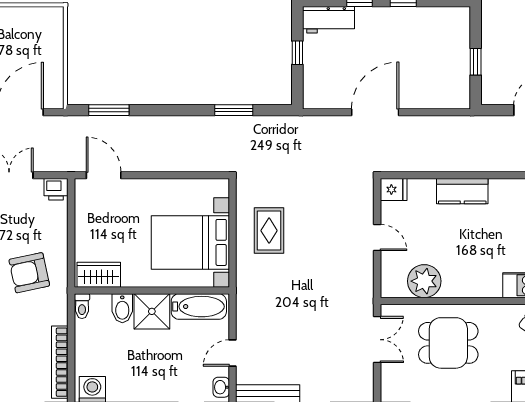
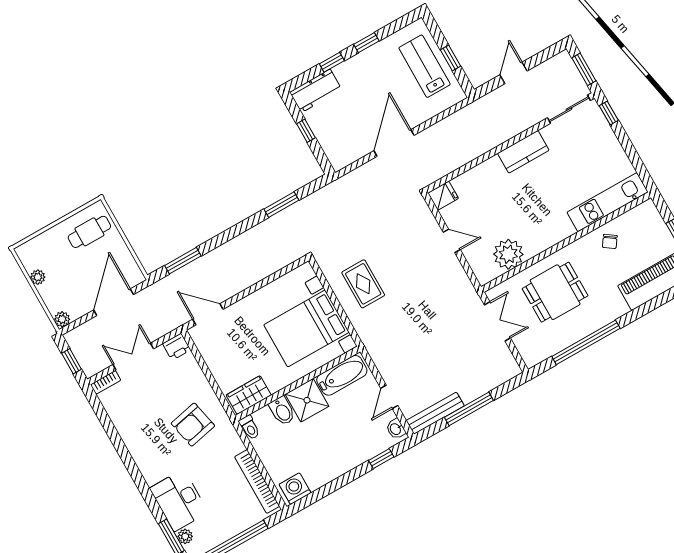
cafe table: (35, 32) -> (89, 232), added
lab bench: (446, 55) -> (425, 66), added
kitchen counter: (462, 191) -> (523, 152), moved

